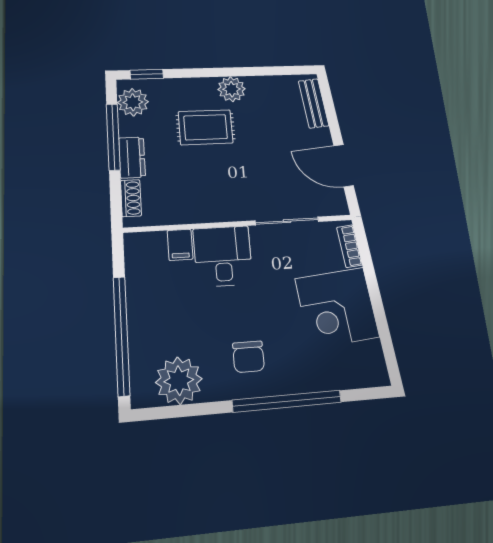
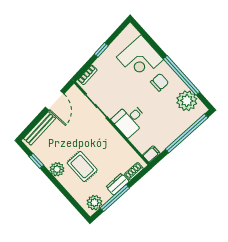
window: (147, 74) -> (36, 161), moved
bench: (314, 103) -> (40, 129), width x1.36
filing cabinet: (180, 245) -> (151, 154), moved
window: (376, 300) -> (101, 50), added
corner desk: (337, 308) -> (140, 58), moved, turned 95
window: (287, 401) -> (182, 75), moved

